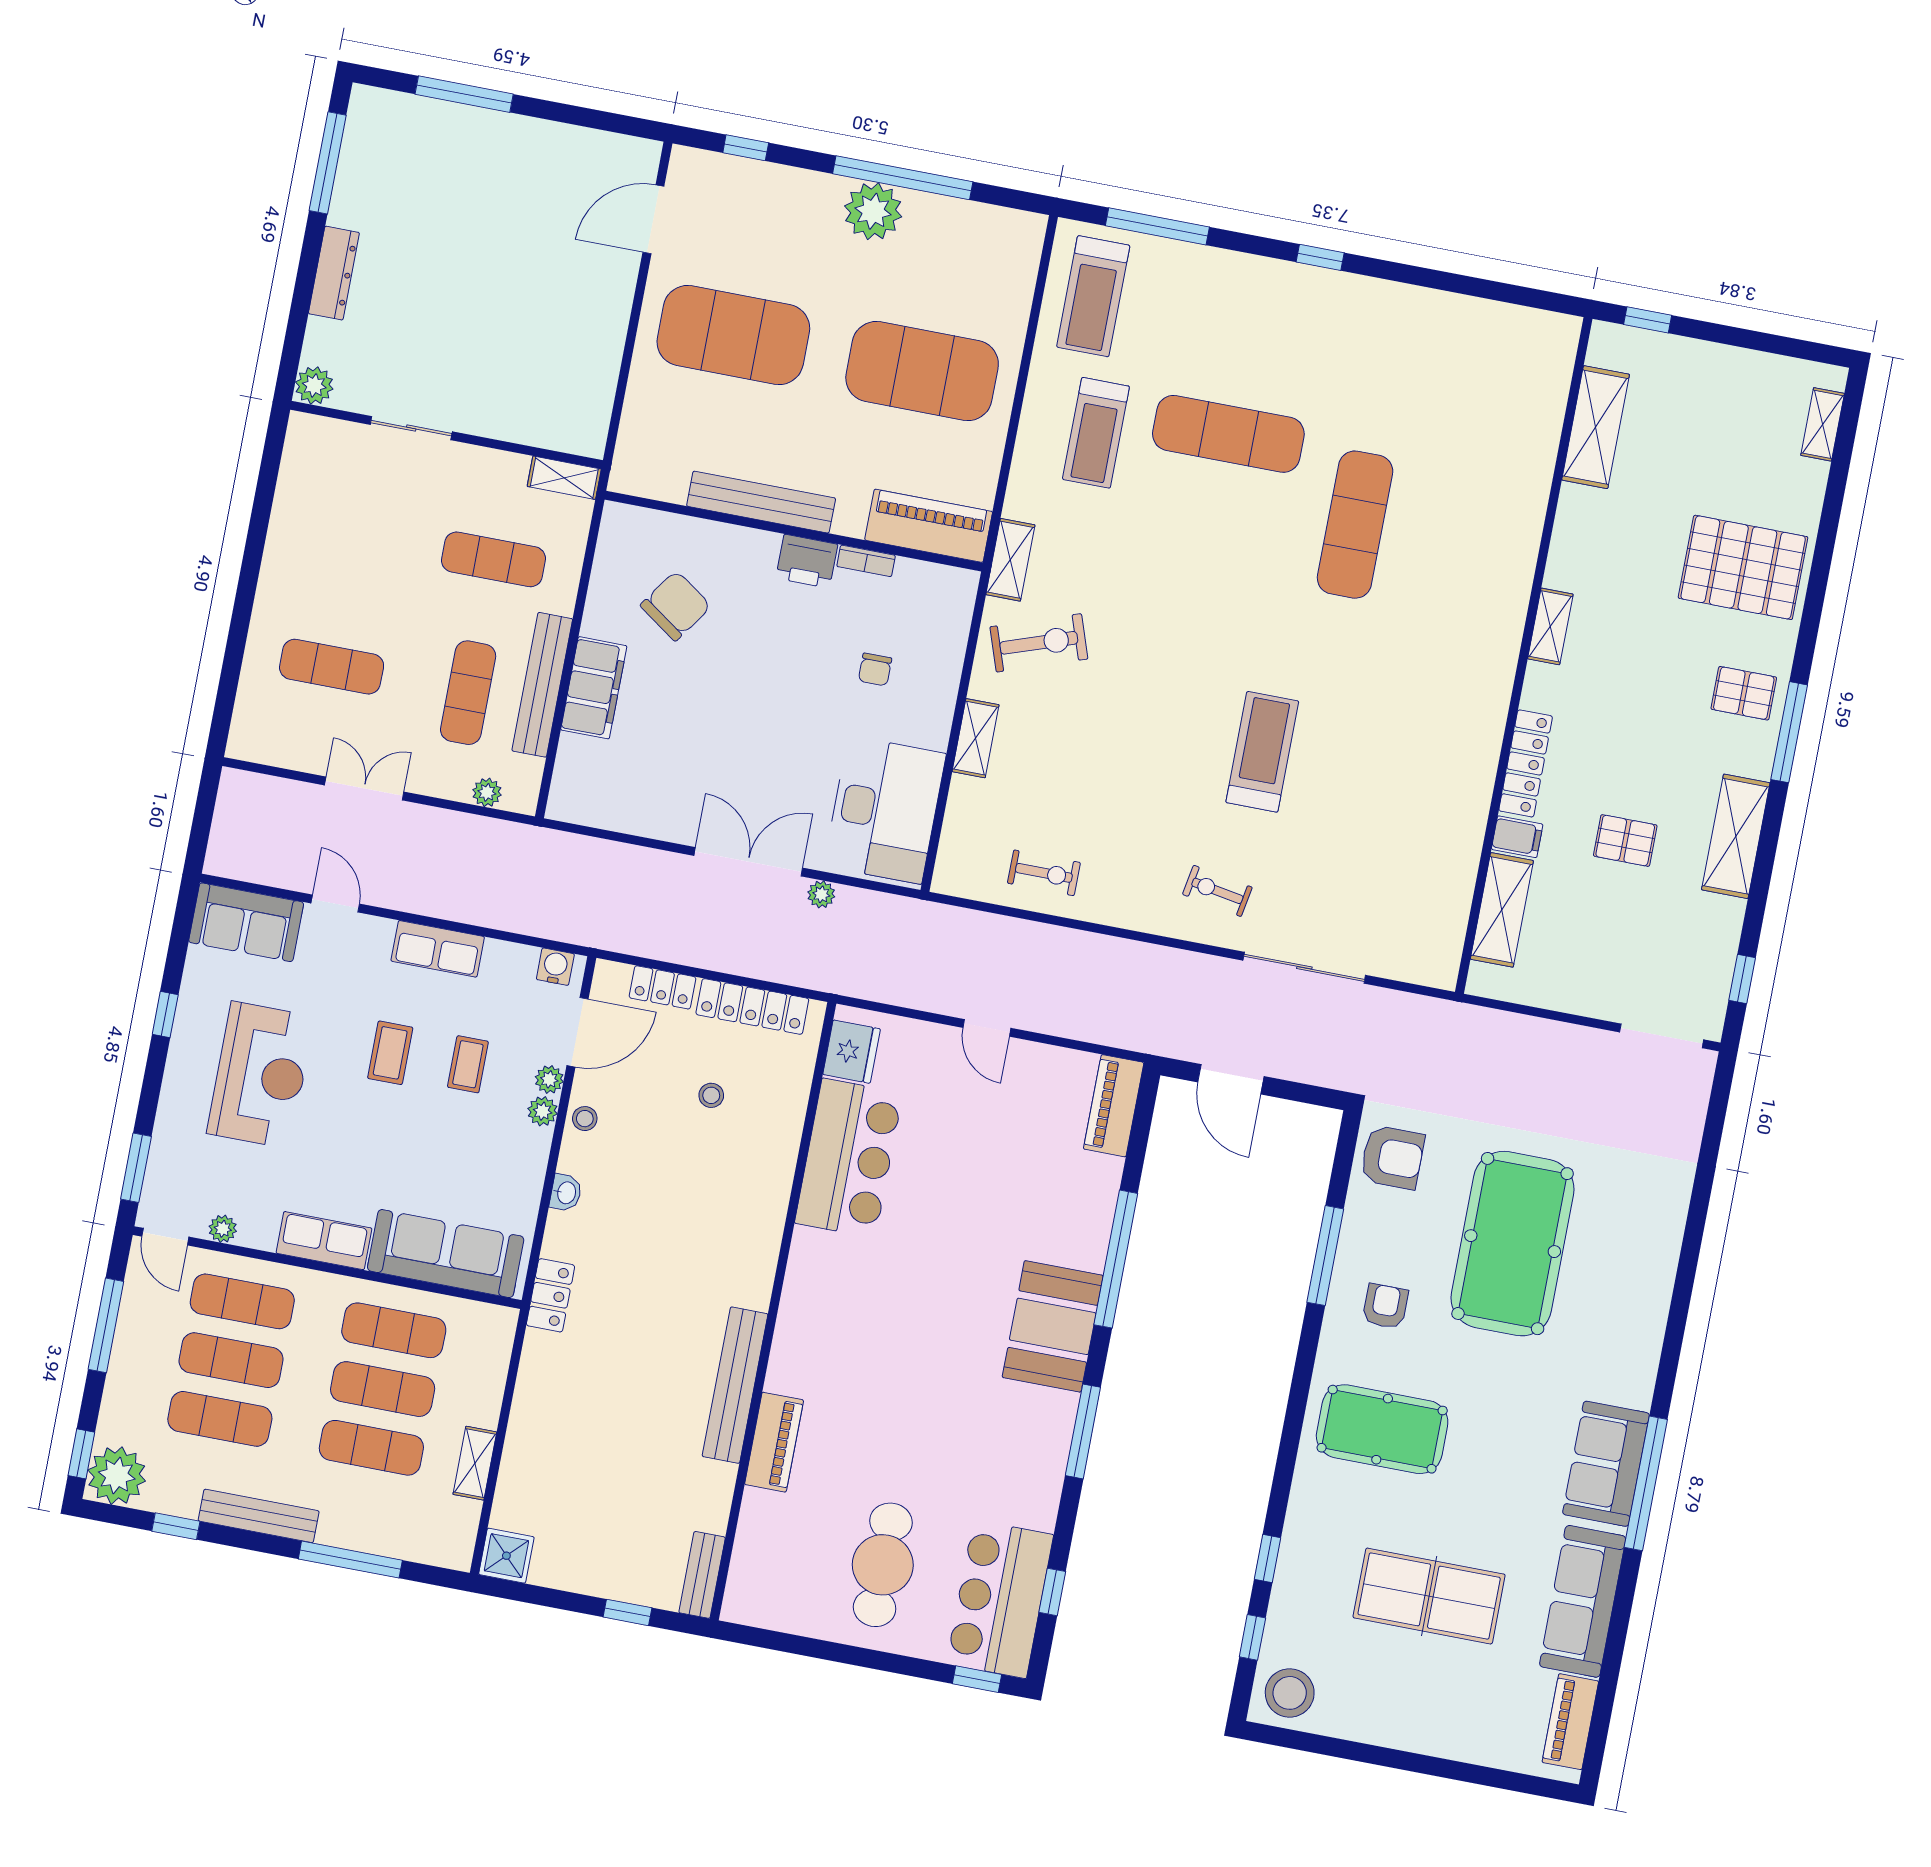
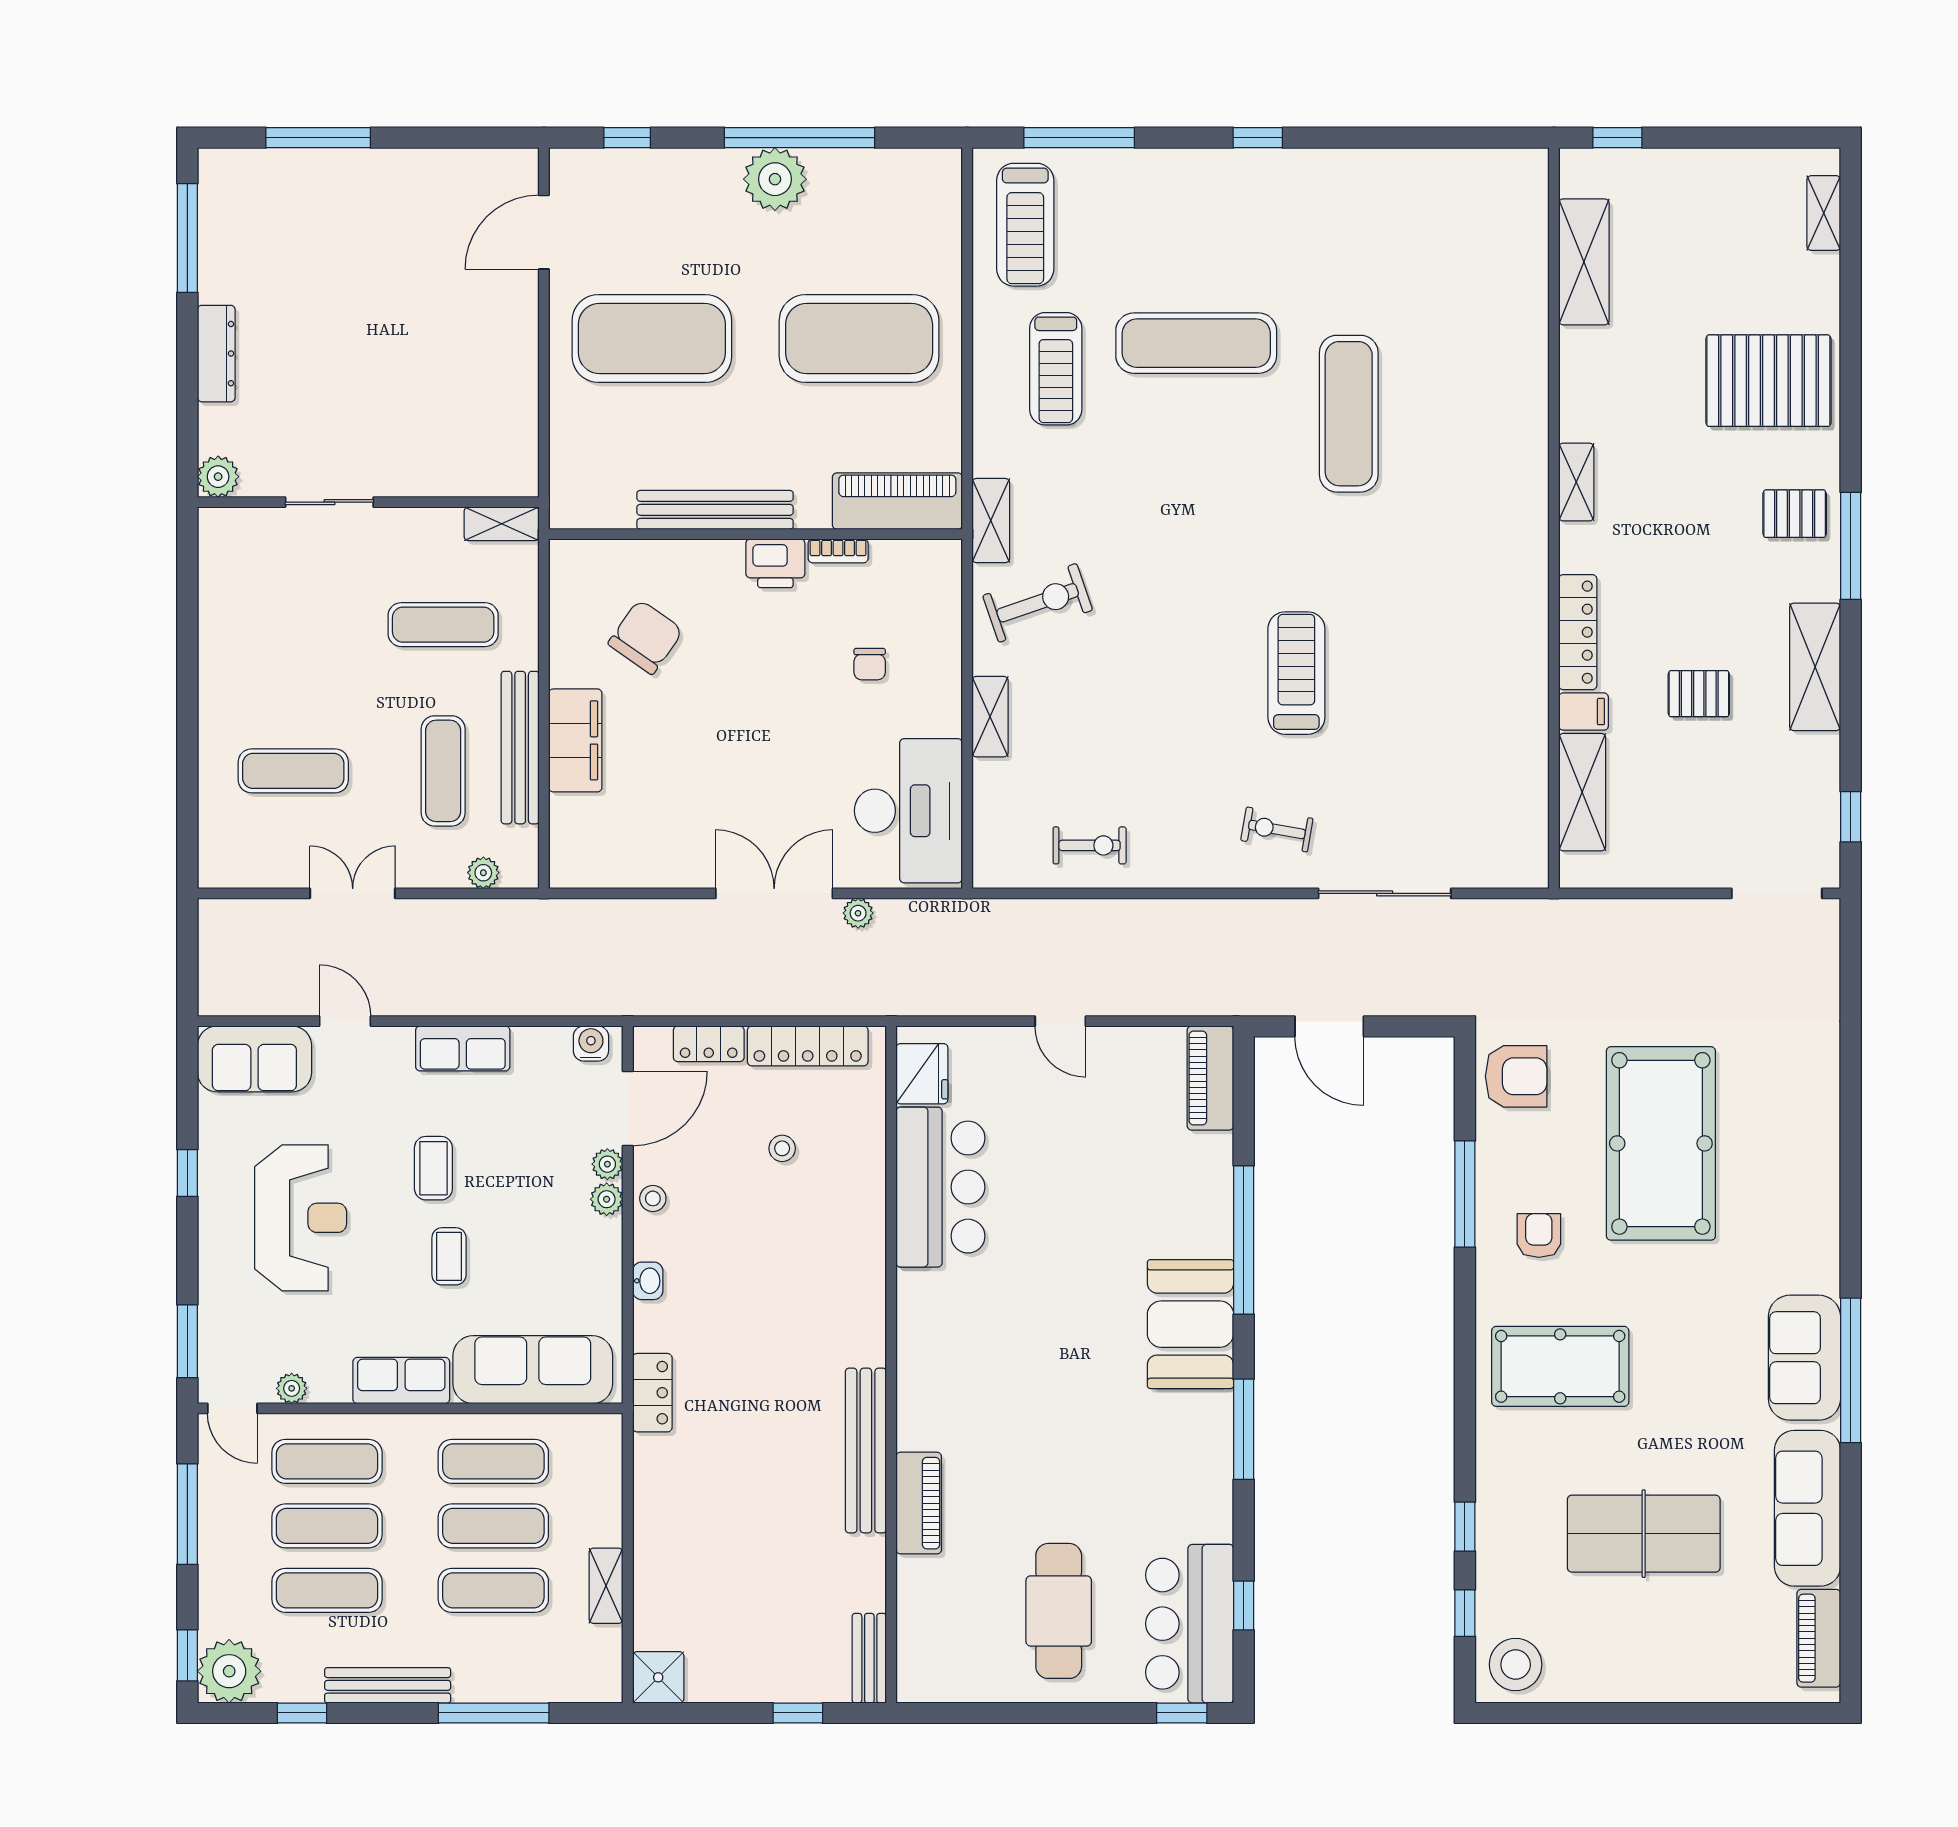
coffee table: (468, 1064) -> (449, 1256), moved

